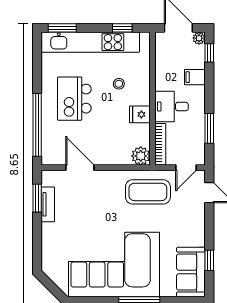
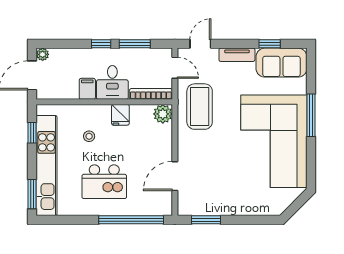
window: (209, 53) -> (101, 44), moved
filing cabinet: (195, 77) -> (87, 89), moved, turned 180
tv unit: (48, 204) -> (237, 55), moved, turned 180

